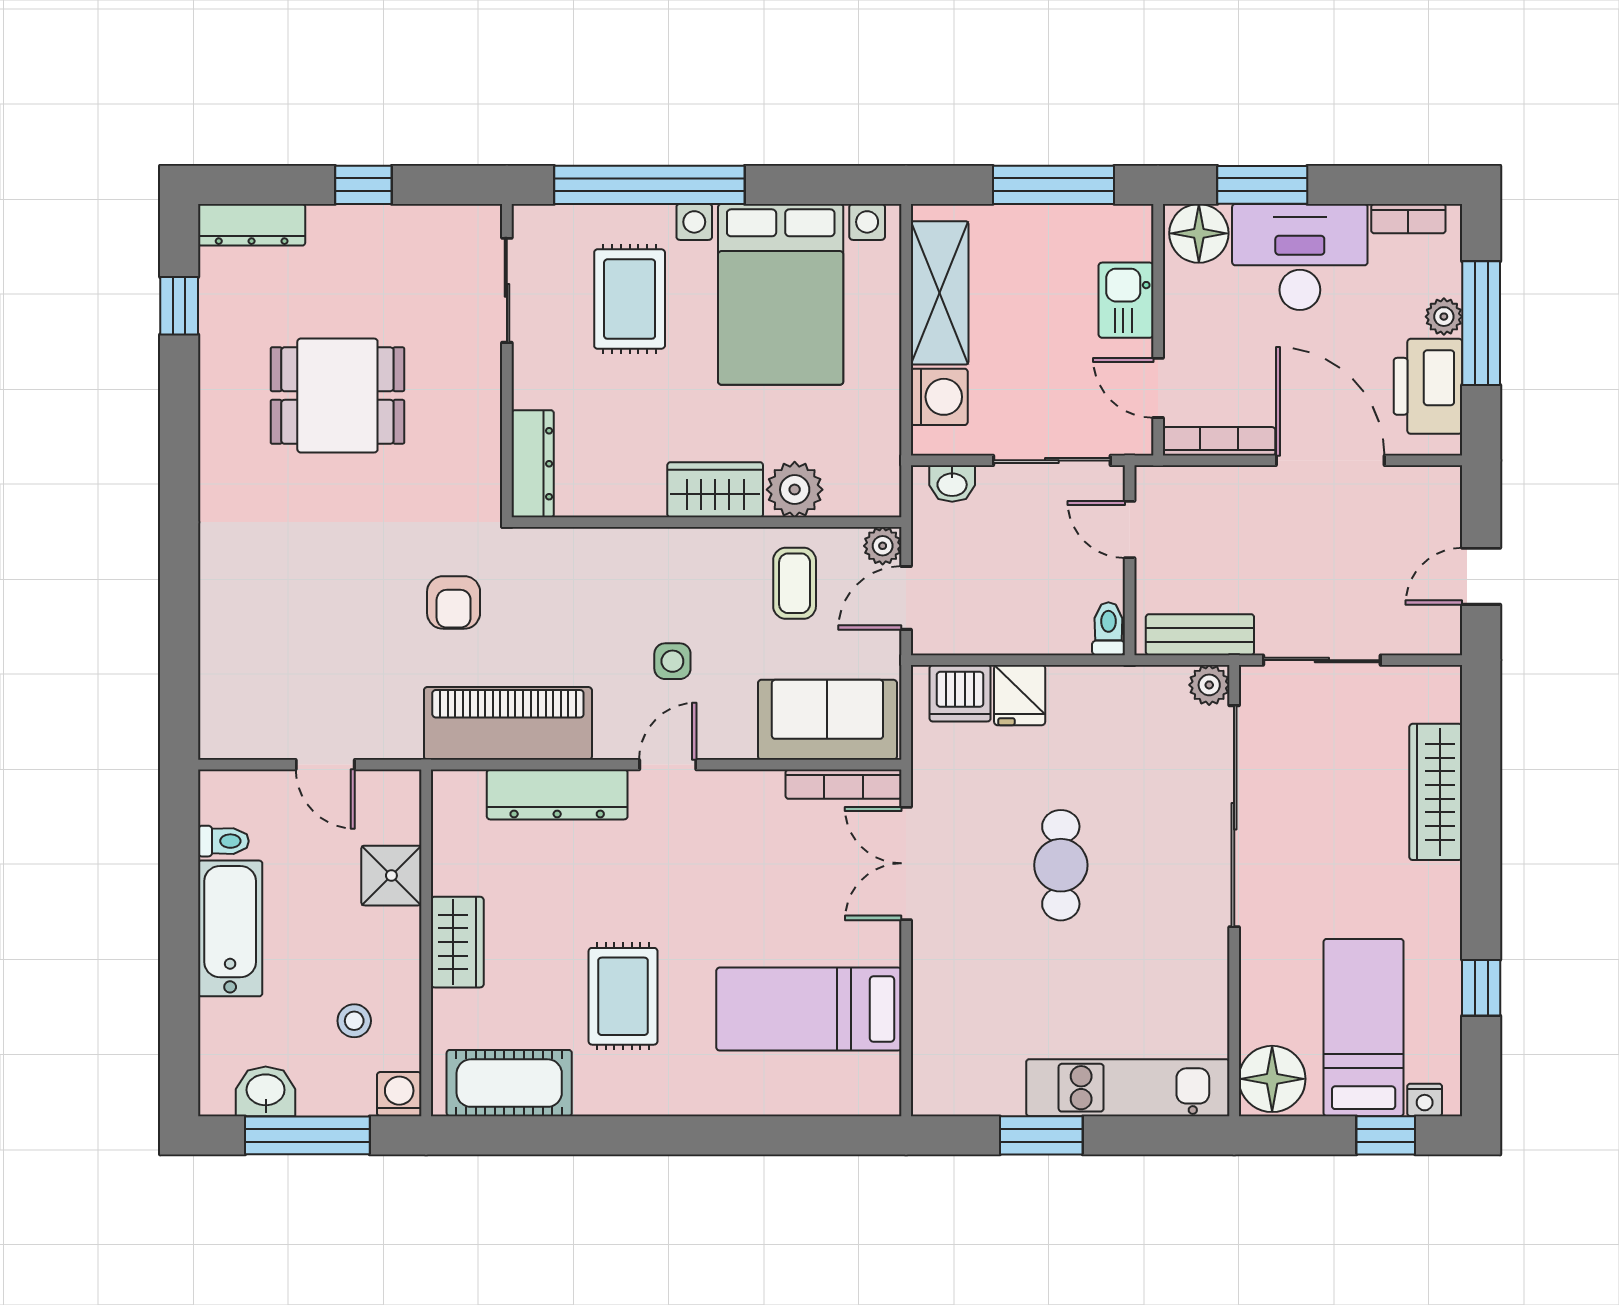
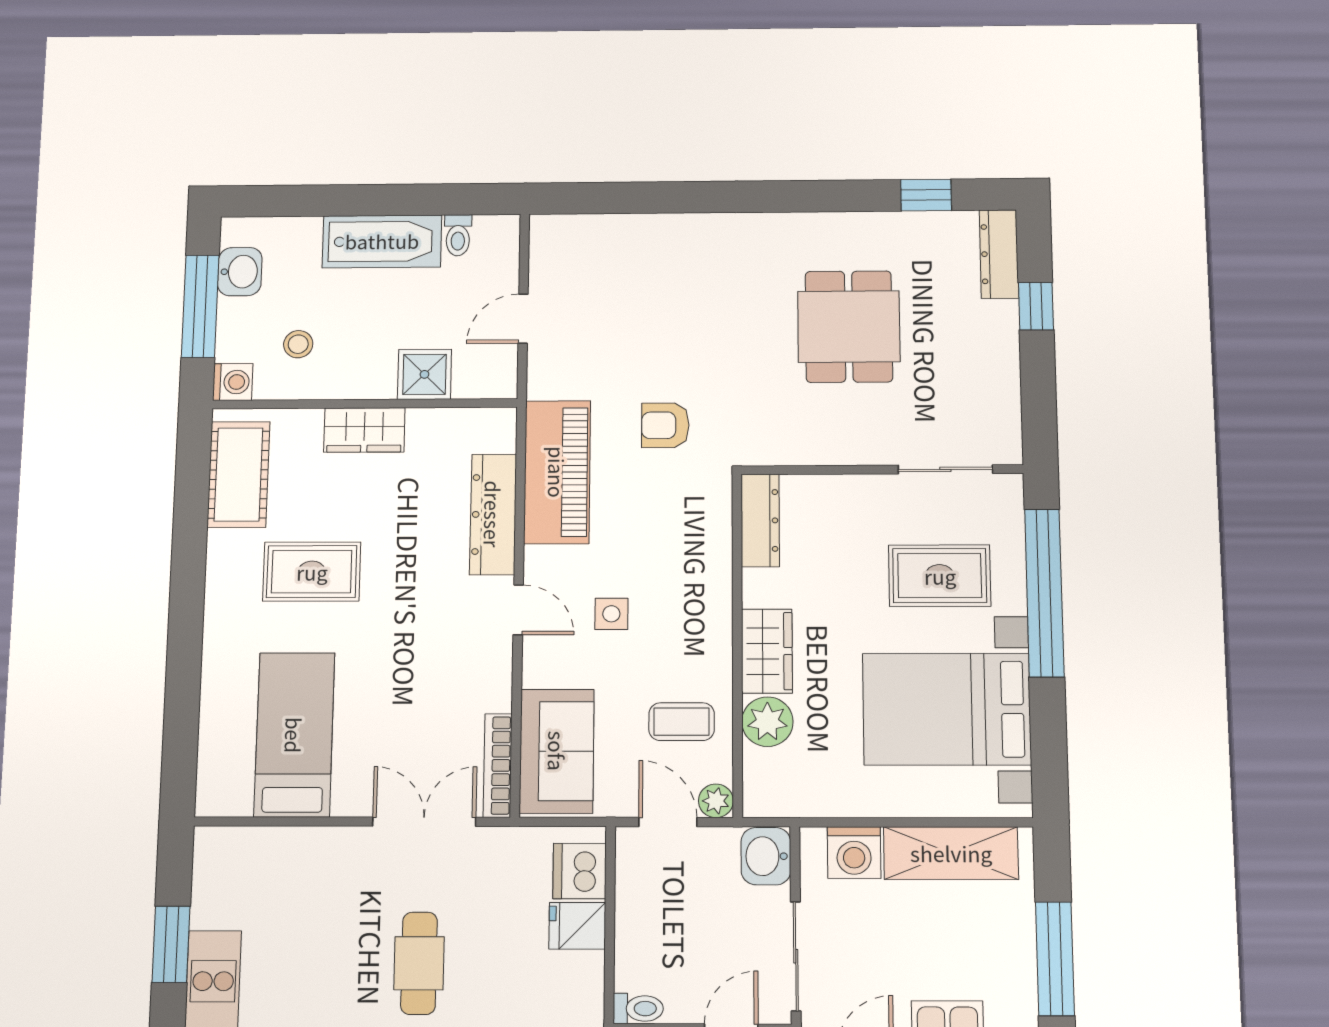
window: (363, 185) -> (1036, 306), moved
dresser: (533, 464) -> (760, 520), moved, turned -90
washbasin: (952, 484) -> (766, 856), width x1.38, depth x1.45
cafe table: (1061, 865) -> (419, 963), turned 90

